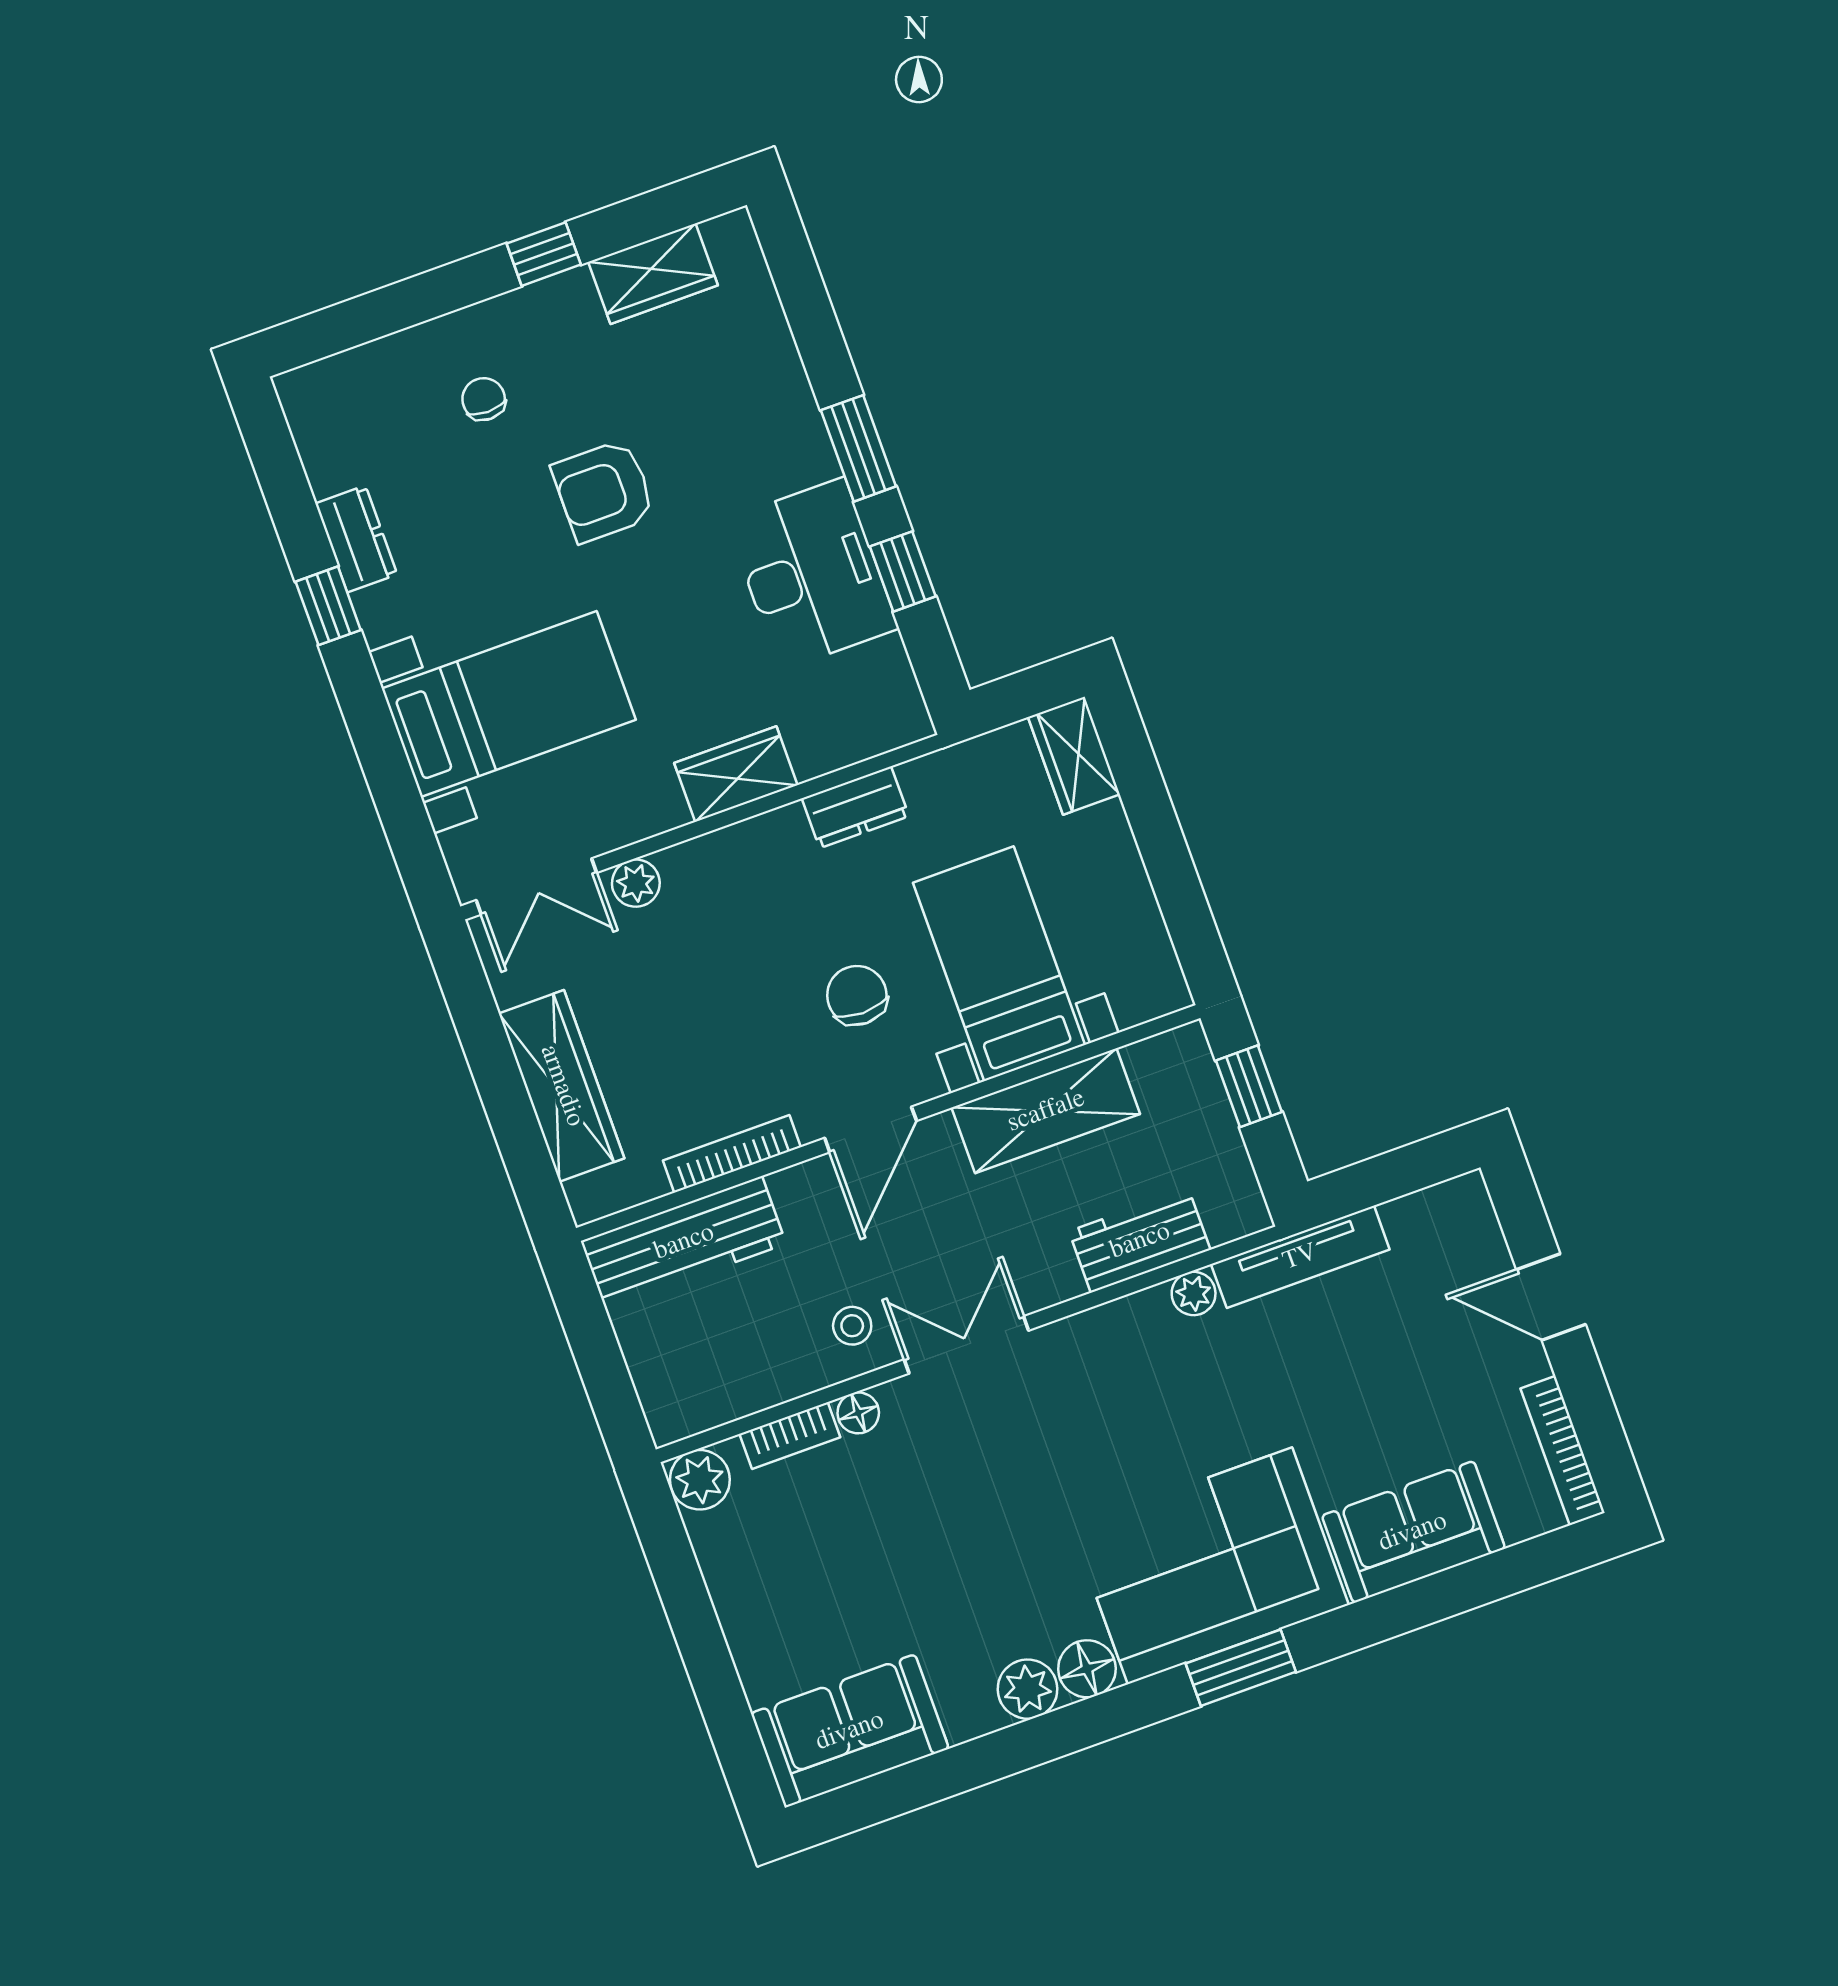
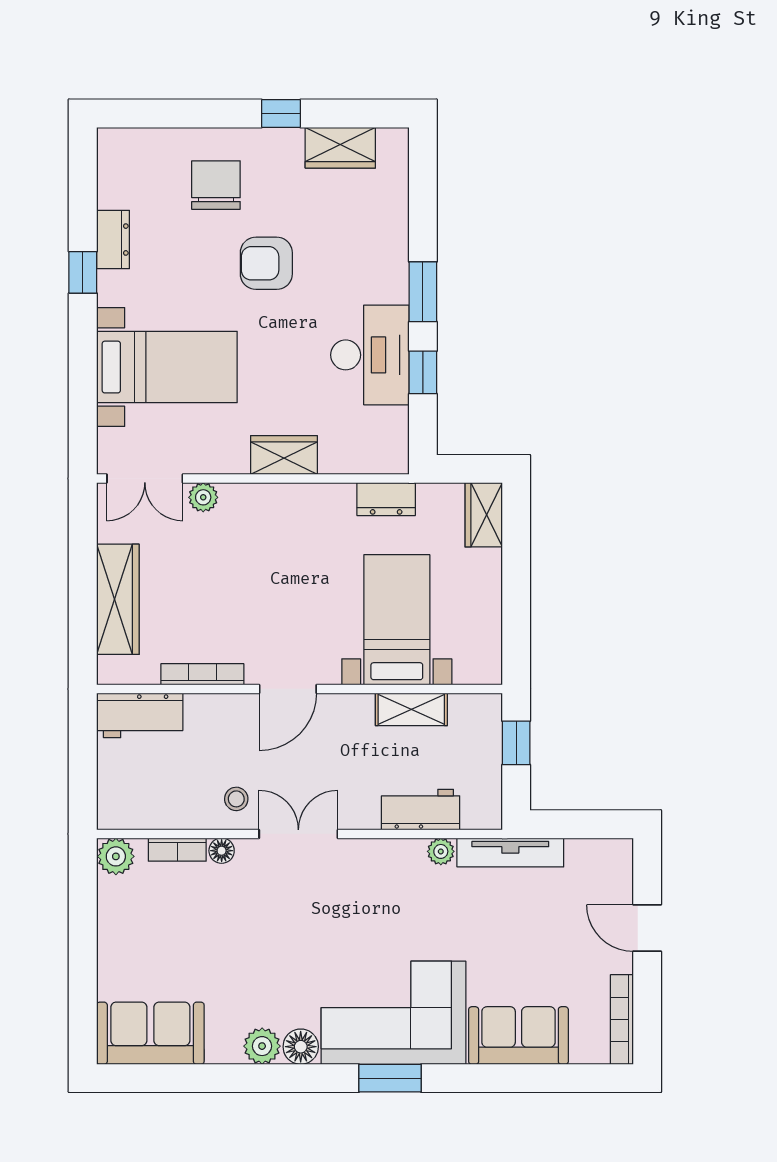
chair: (484, 399) -> (216, 185), width x1.87, depth x1.87
dresser: (855, 807) -> (386, 499), moved
chair: (857, 995) -> (308, 608), removed
shelving: (1046, 1111) -> (411, 709), width x0.67, depth x0.75
workbench: (684, 1242) -> (140, 715), width x0.73

